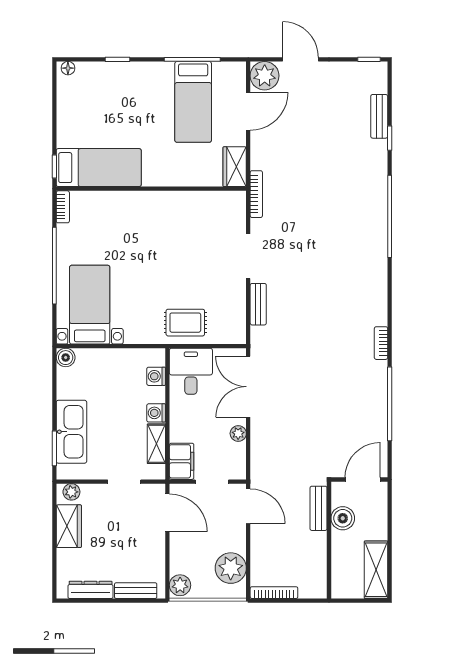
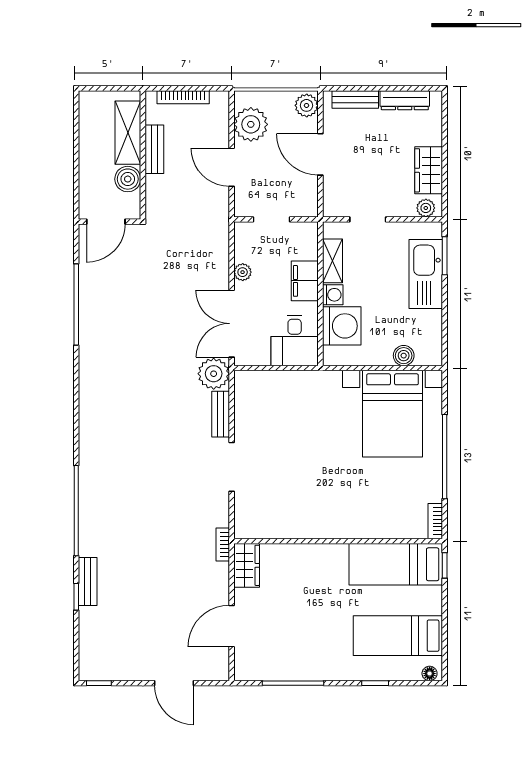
plant: (265, 76) -> (214, 374), moved
bed: (193, 102) -> (398, 636), moved, turned -90
bench: (379, 116) -> (88, 581), moved
bookcase: (256, 194) -> (223, 544), width x0.64
bed with nightstands: (90, 305) -> (392, 414), width x1.36
rug: (185, 323) -> (301, 394), removed
bookcase: (381, 343) -> (86, 371), removed
boiler: (66, 358) -> (404, 356), moved
washing machine: (156, 376) -> (342, 326), width x1.89, depth x1.89
double door: (248, 387) -> (232, 324), swing flipped
filing cabinet: (182, 461) -> (305, 281), moved
door: (248, 506) -> (232, 167), moved
bench: (319, 508) -> (154, 149), moved
door: (167, 513) -> (320, 154), moved
shelving: (376, 570) -> (128, 133), moved
bookcase: (274, 593) -> (183, 97), moved

